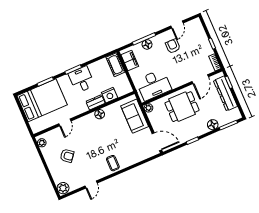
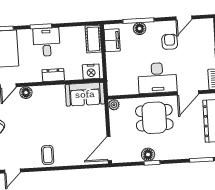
desk: (154, 85) -> (157, 78), moved
nightstand: (110, 95) -> (91, 72), moved
floor lamp: (100, 114) -> (26, 93), moved
sofa: (135, 116) -> (85, 94), moved, turned -90
floor lamp: (213, 125) -> (148, 155), moved
door: (157, 142) -> (109, 149), swing flipped

